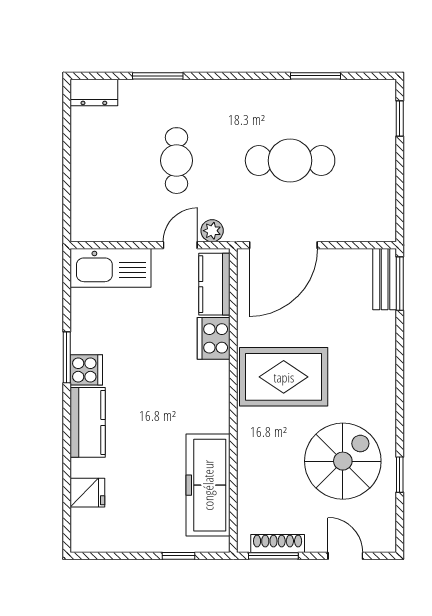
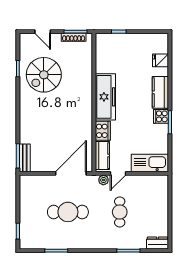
rug: (284, 377) -> (71, 113), removed
freezer: (208, 485) -> (105, 97), moved

